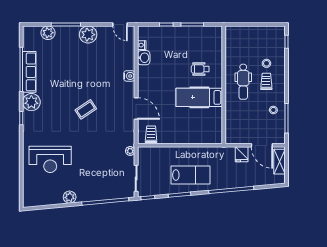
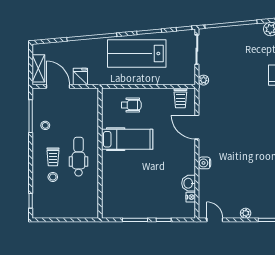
plant: (88, 35) -> (246, 213), width x0.53, depth x0.53
wheelchair: (200, 69) -> (131, 105), moved
coffee table: (86, 109) -> (253, 126), removed
lab bench: (191, 175) -> (137, 53), width x1.36, depth x1.39

